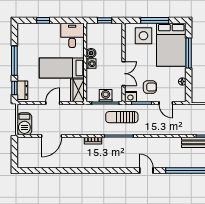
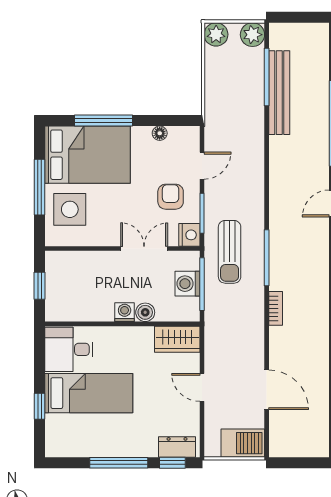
boiler: (91, 53) -> (145, 312), moved
bed: (62, 68) -> (89, 393), moved, turned -90

